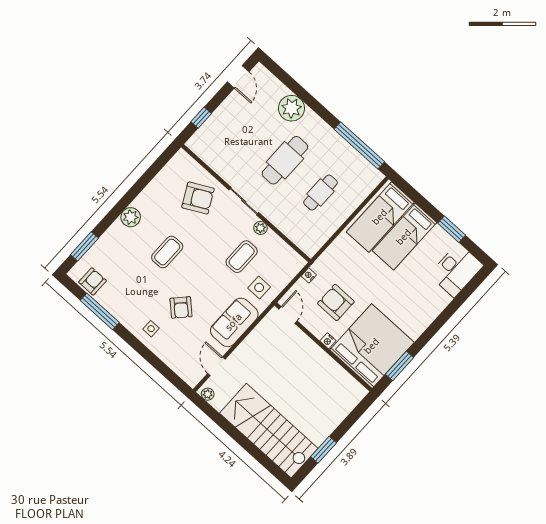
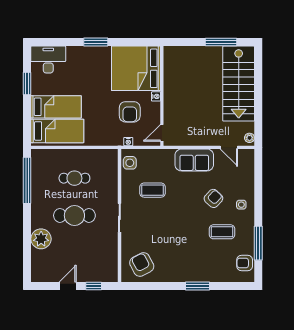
door: (238, 77) -> (68, 286), moved
armchair: (198, 198) -> (142, 264), moved
plant: (131, 217) -> (188, 275), removed
plant: (260, 228) -> (126, 194), removed
window: (84, 246) -> (198, 286), moved
coffee table: (167, 252) -> (222, 232), moved
side table: (259, 287) -> (130, 163), moved
door: (216, 366) -> (229, 147), hinge flipped
window: (400, 366) -> (96, 42), moved
window: (323, 450) -> (221, 42), width x1.44

